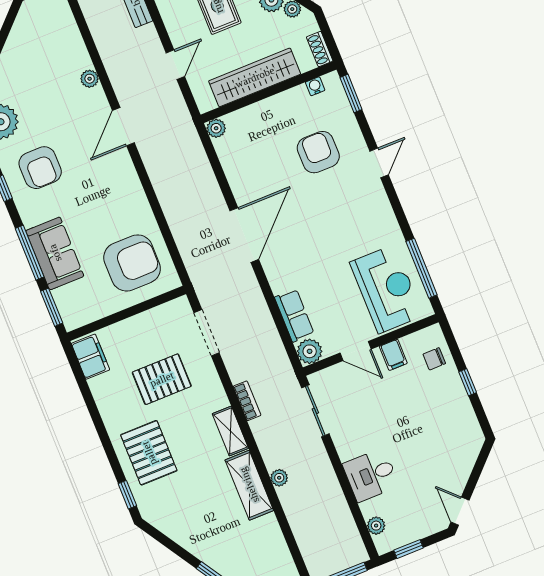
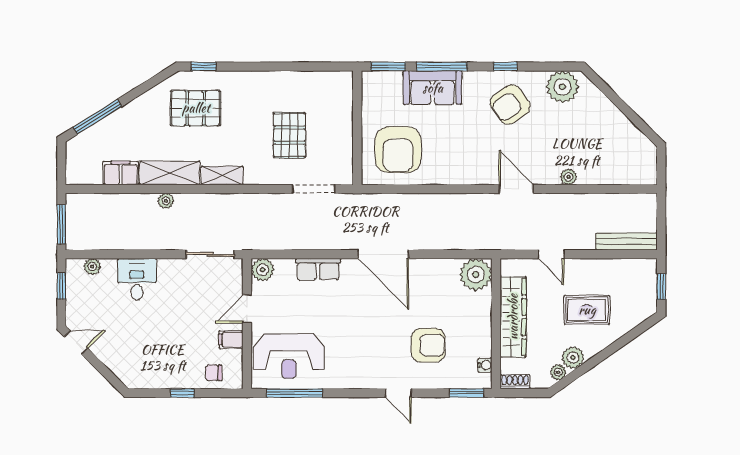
plant: (216, 128) -> (476, 275), width x1.87, depth x1.87
armchair: (40, 168) -> (510, 105), turned -35
row of seats: (294, 315) -> (318, 269), moved
filing cabinet: (90, 357) -> (121, 173), moved, turned 180
chair: (434, 359) -> (214, 373), turned -90
bookcase: (247, 401) -> (242, 200), removed
pallet: (149, 453) -> (196, 108), moved

